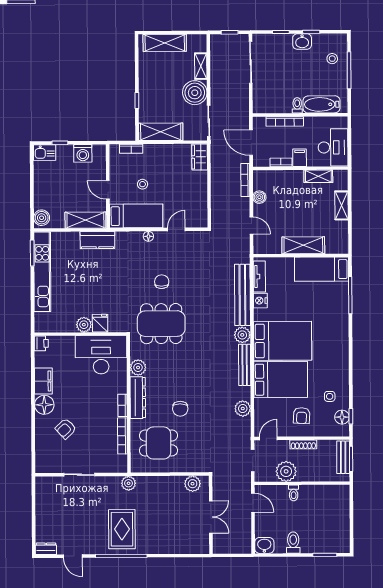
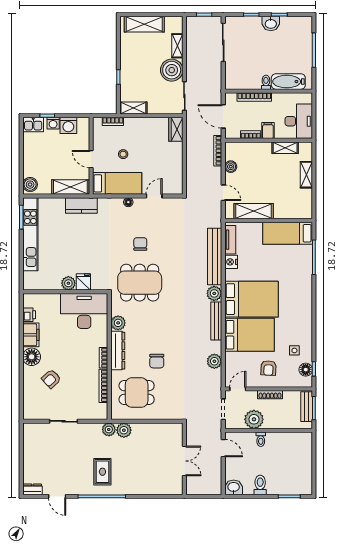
stool: (332, 59) -> (298, 39), removed
shelving: (161, 132) -> (133, 108), width x0.67, depth x0.75
washing machine: (66, 151) -> (53, 123), added
shelving: (303, 245) -> (254, 211), moved
printer: (41, 343) -> (29, 315), moved
plant: (193, 484) -> (124, 430), moved
rug: (122, 529) -> (102, 472), width x0.73, depth x0.70

